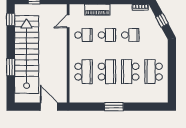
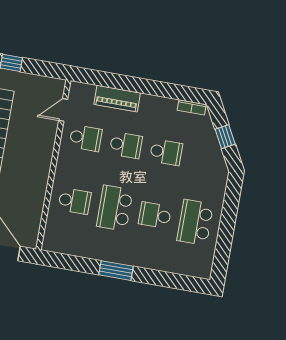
school desk: (84, 72) -> (75, 201), width x0.54
school desk: (107, 72) -> (115, 208), turned 180
school desk: (130, 72) -> (155, 215), width x0.54

